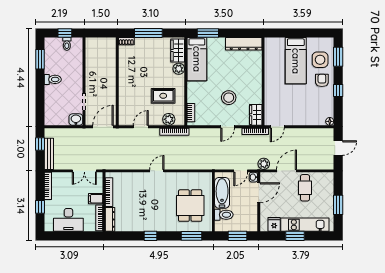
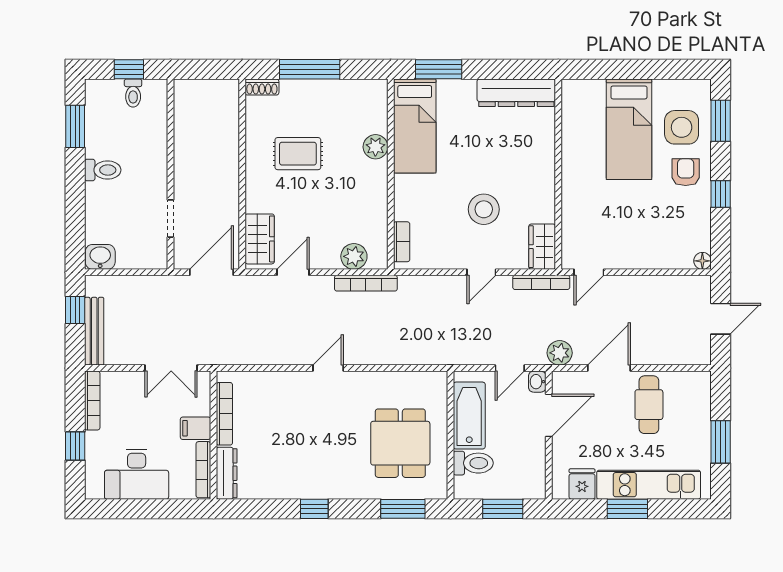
wardrobe: (178, 51) -> (260, 239), moved, turned 180
rug: (163, 96) -> (298, 154), moved
washbasin: (76, 120) -> (100, 257), moved

